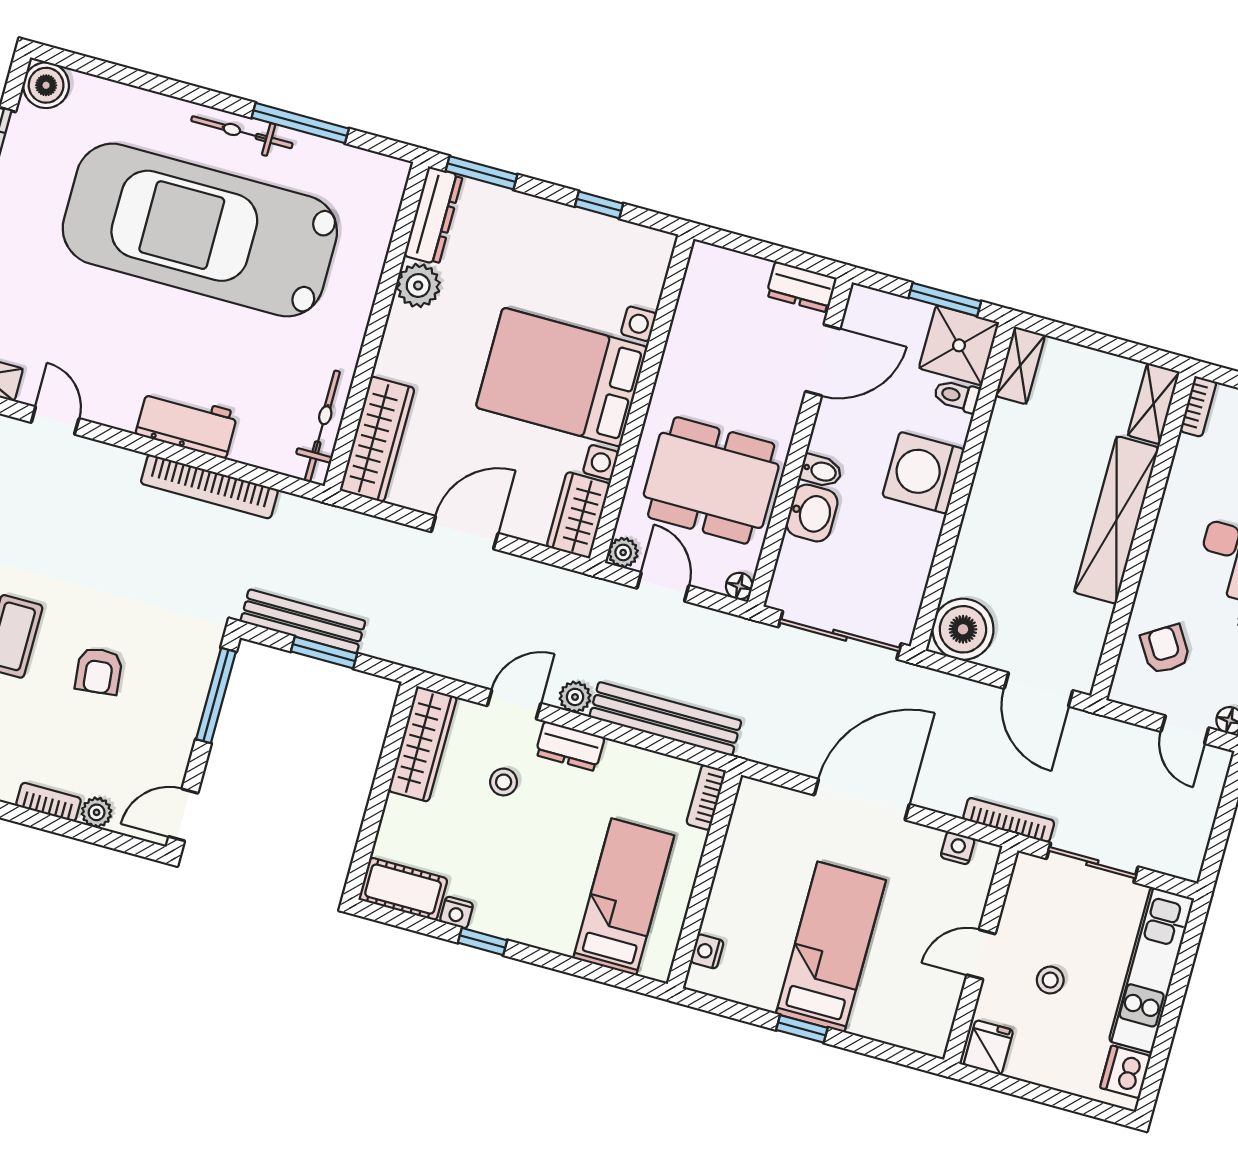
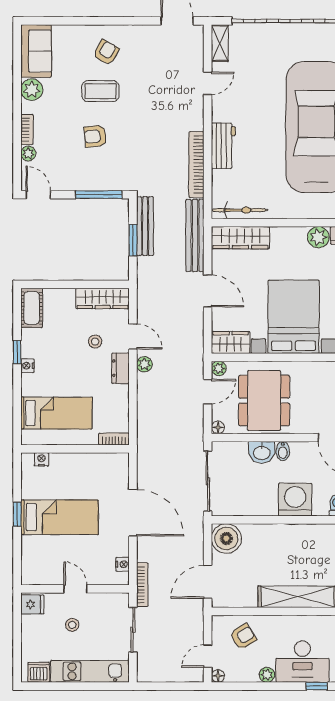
bench: (665, 719) -> (195, 235), moved
nightstand: (456, 913) -> (27, 366), moved

